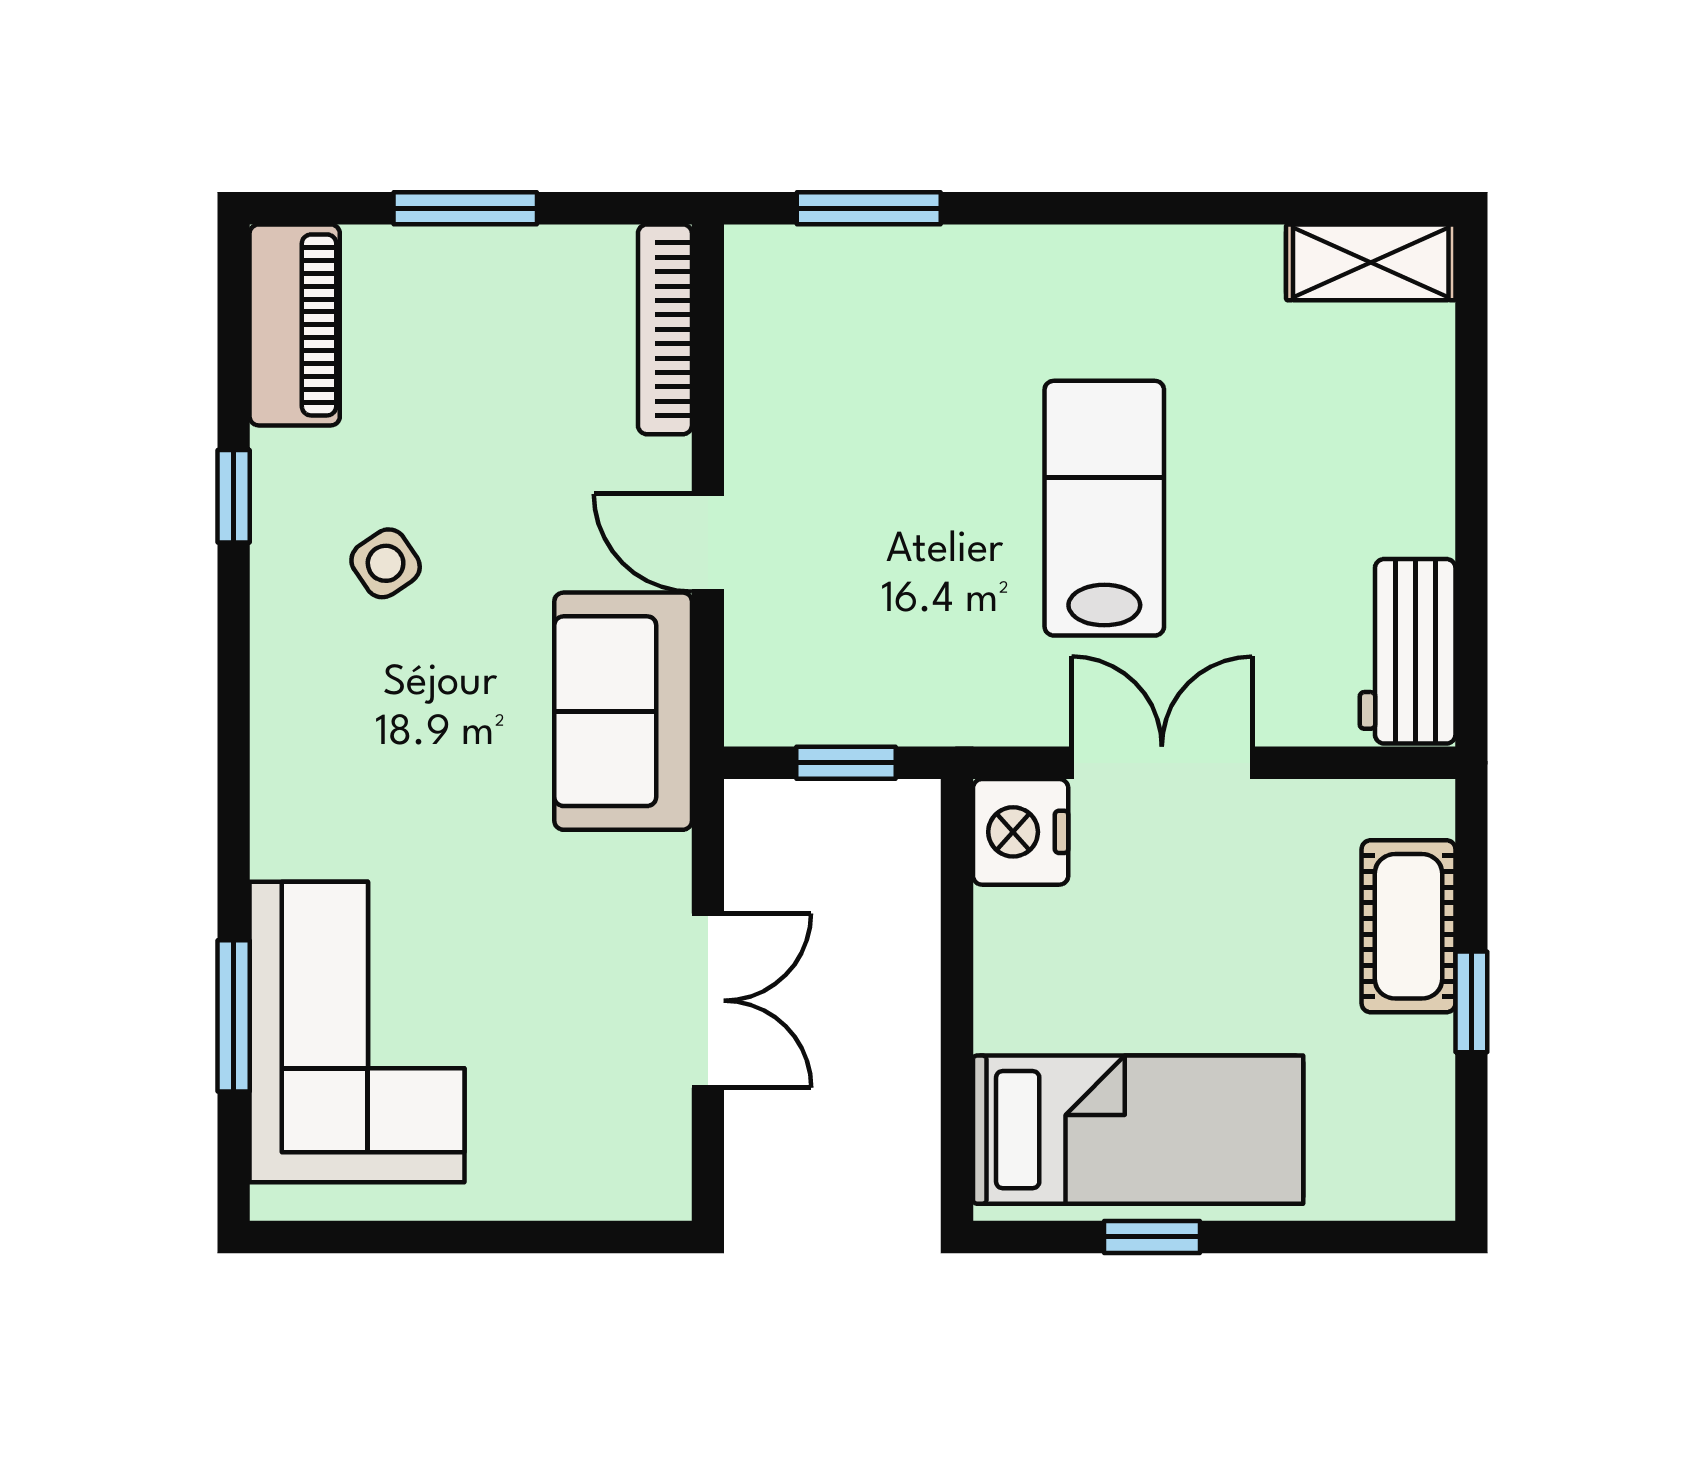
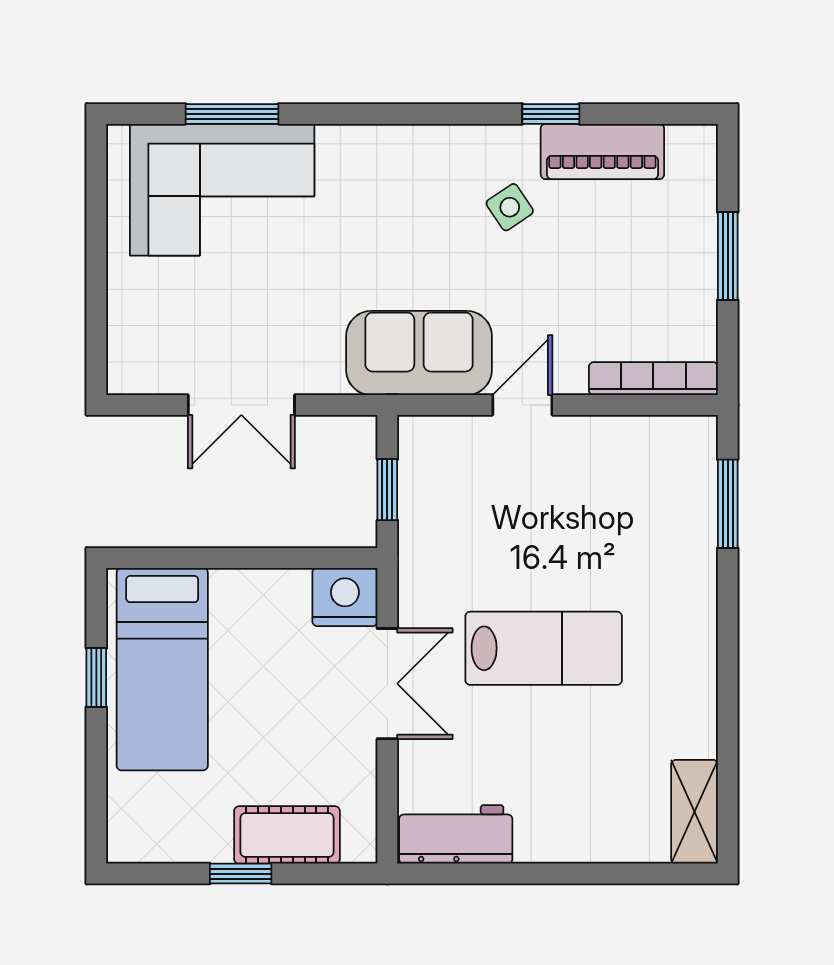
piano: (295, 325) -> (602, 151), moved

